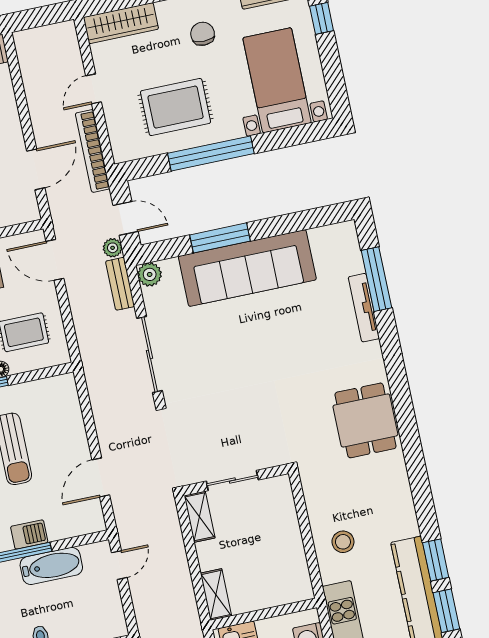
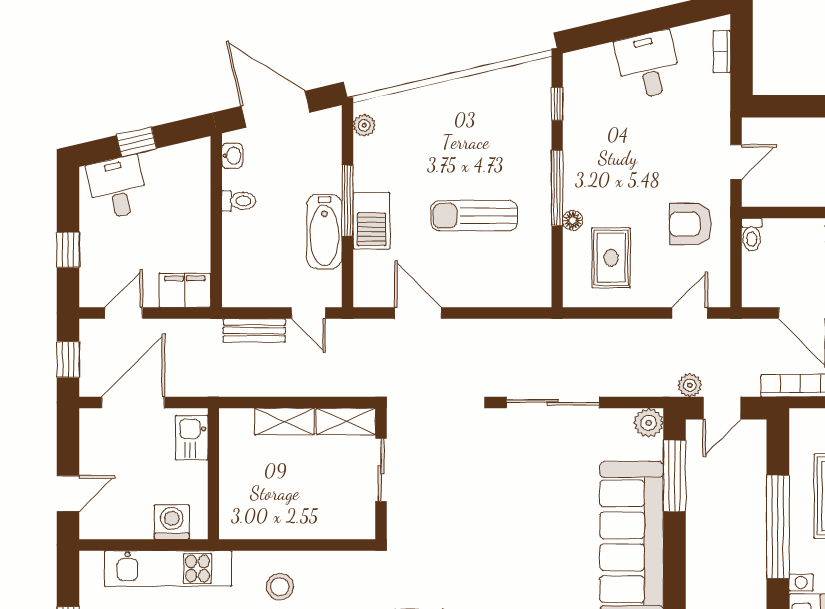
window: (220, 238) -> (674, 476), moved
door: (55, 260) -> (690, 313), width x0.73
bench: (120, 284) -> (254, 330), moved
barbecue: (29, 534) -> (372, 221), width x1.38, depth x1.27
shelving: (216, 595) -> (284, 421), moved

